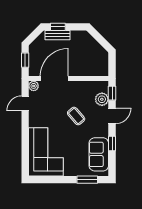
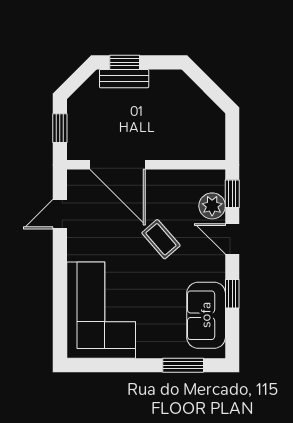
door: (54, 79) -> (118, 165), swing flipped
plant: (34, 86) -> (77, 179), removed
door: (112, 116) -> (232, 239), swing flipped

